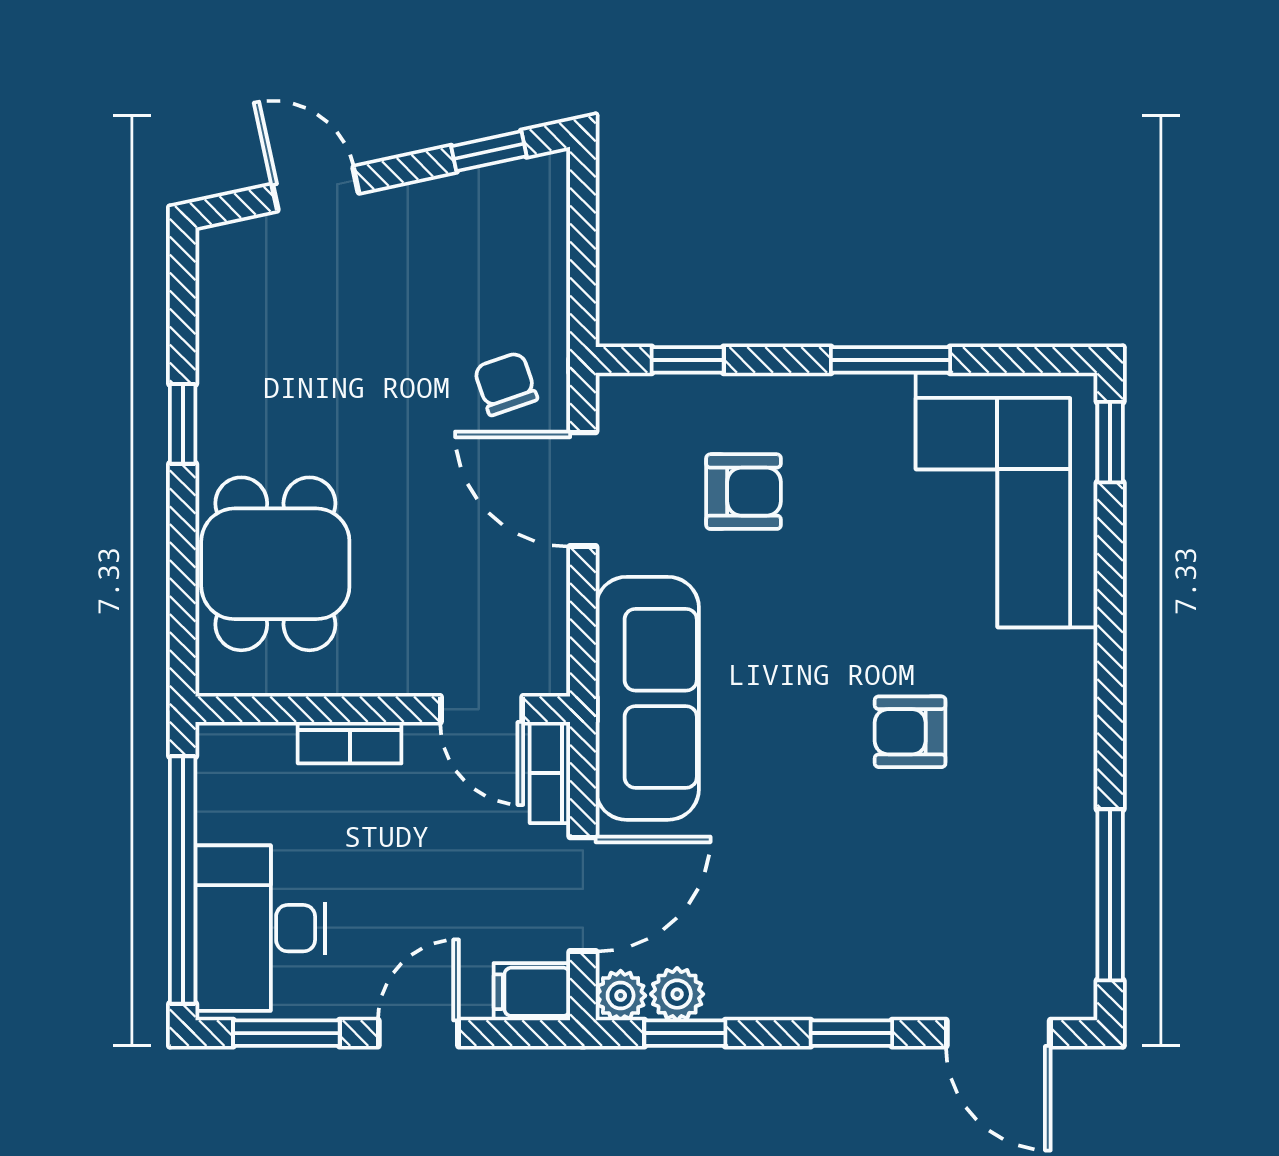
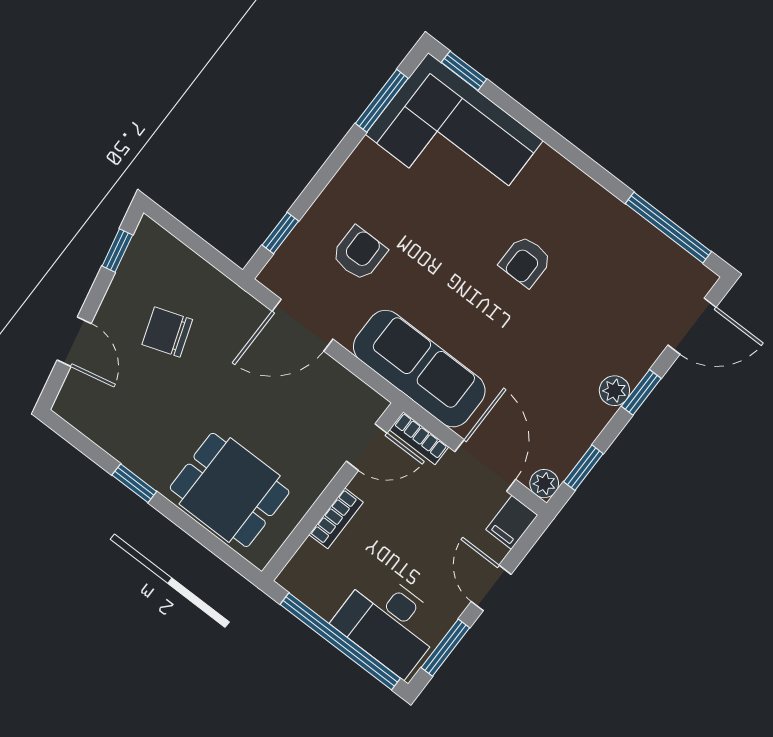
door: (315, 189) -> (74, 342), swing flipped
window: (890, 360) -> (382, 101), moved
chair: (506, 384) -> (167, 332), moved, width x1.37, depth x1.37
plant: (677, 994) -> (614, 391), moved

